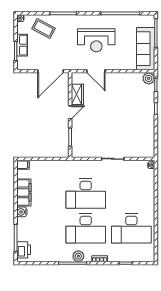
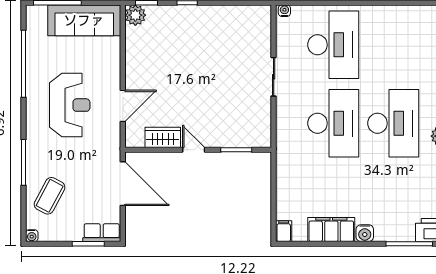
row of seats: (22, 45) -> (102, 233), moved
desk: (131, 228) -> (333, 45), moved

